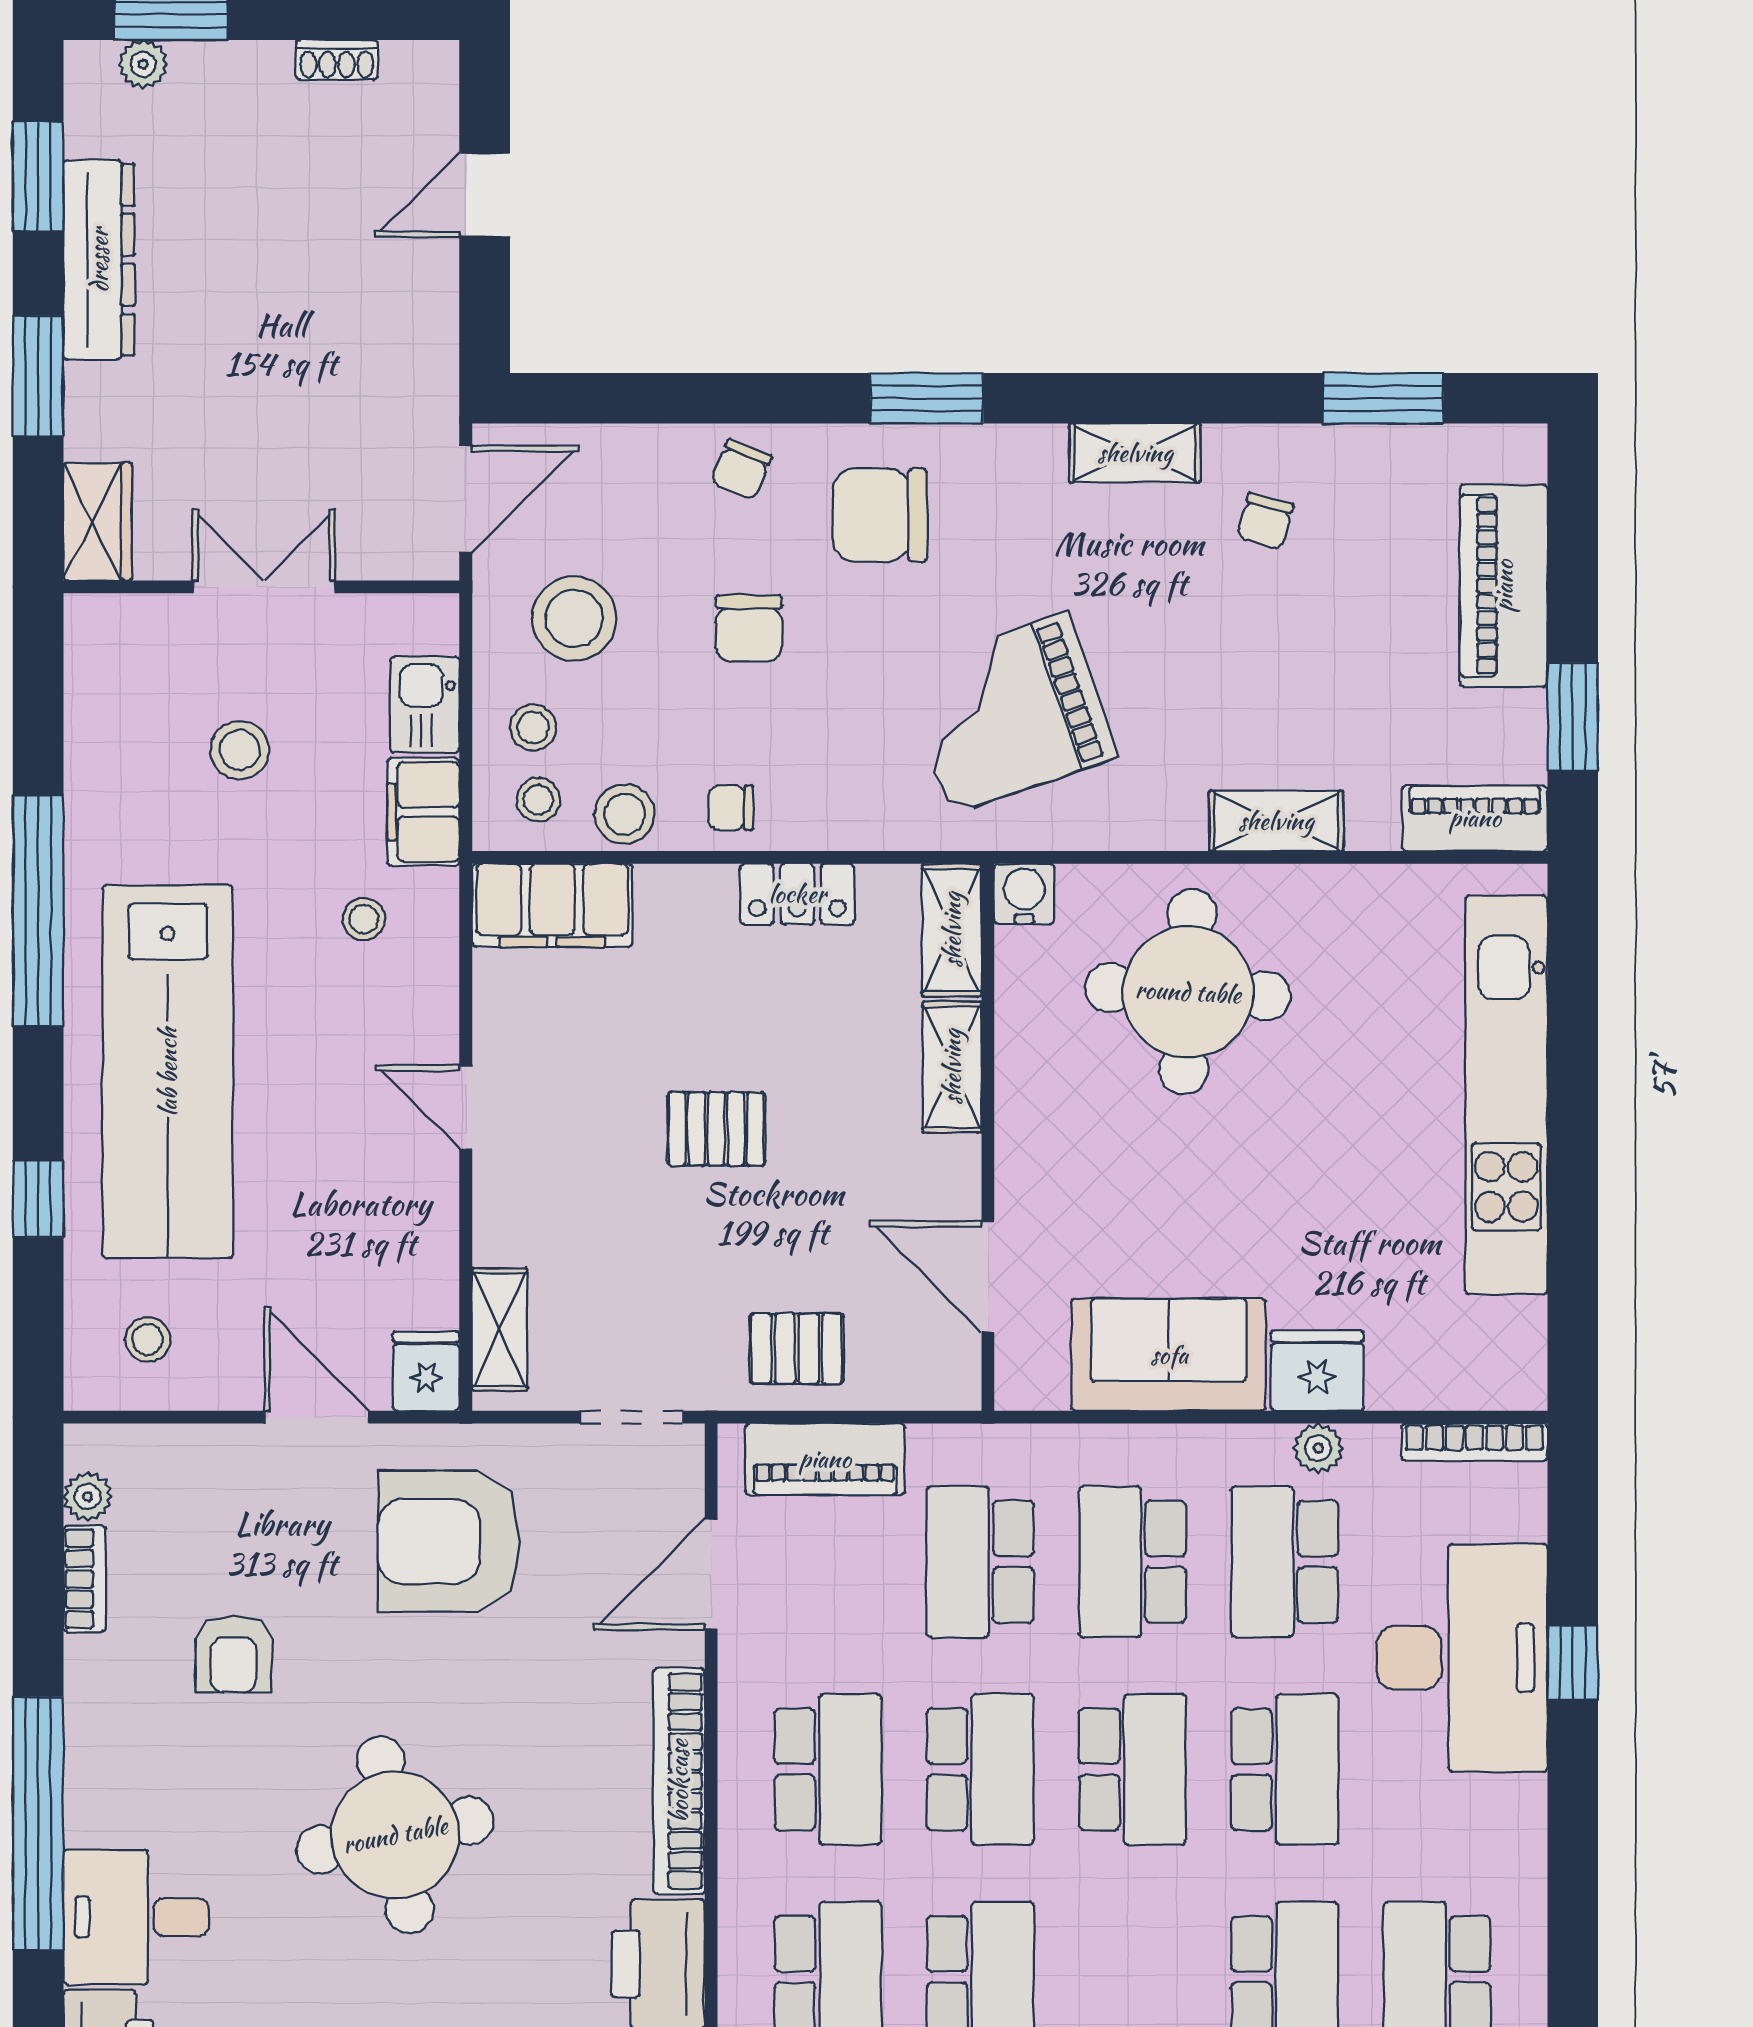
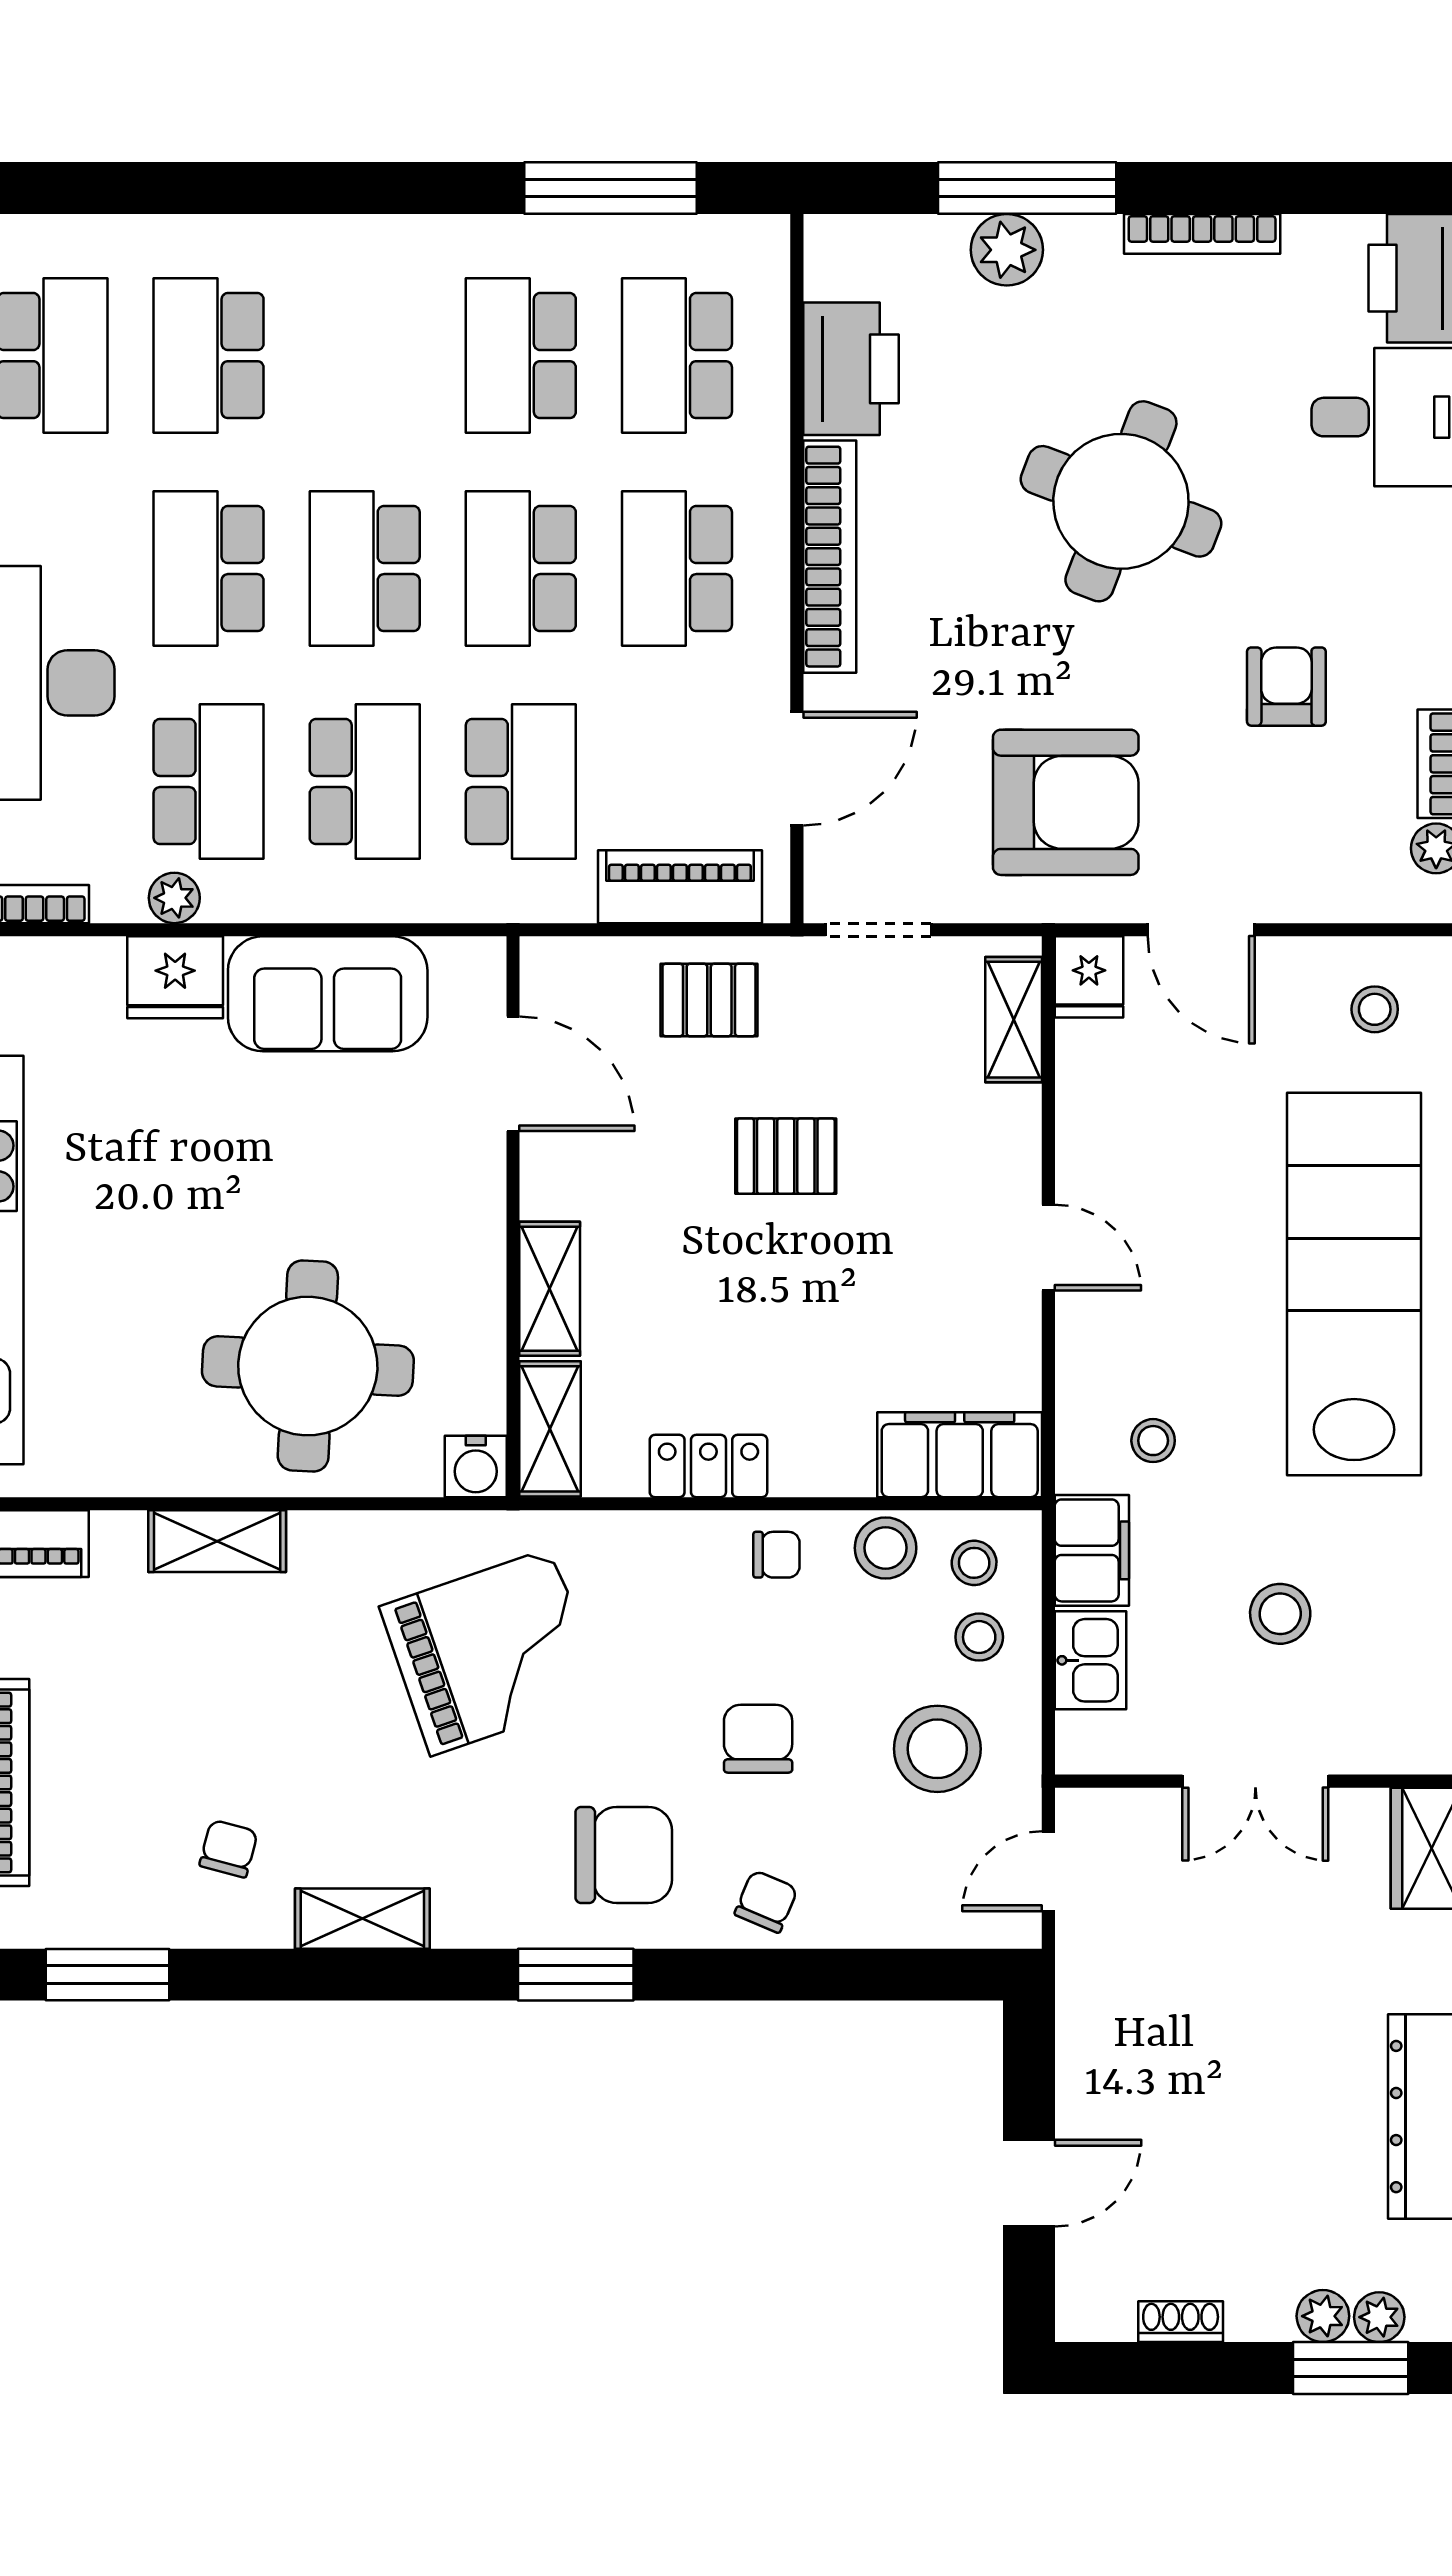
plant: (198, 65) -> (1323, 2316), added
door: (466, 499) -> (1048, 1871), width x0.73
pallet: (716, 1129) -> (786, 1156), moved
round table: (395, 1835) -> (1121, 501), turned 32

